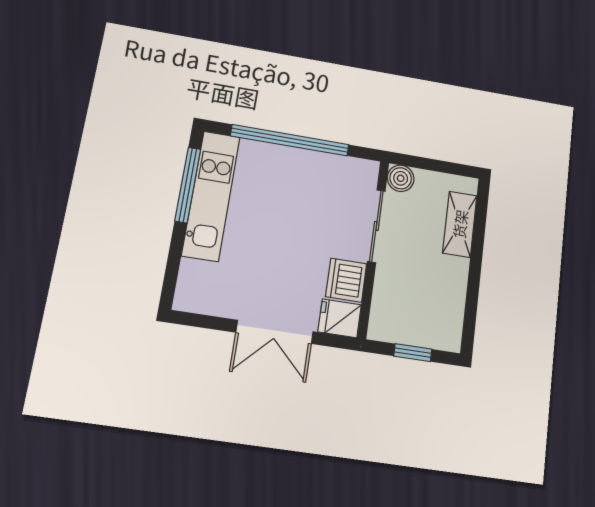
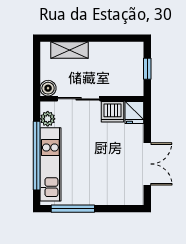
plant: (350, 169) -> (48, 119), added
kitchen unit: (211, 196) -> (50, 164), moved, turned 90
double door: (275, 332) -> (147, 164), moved

